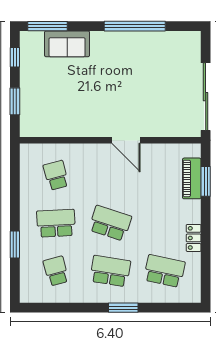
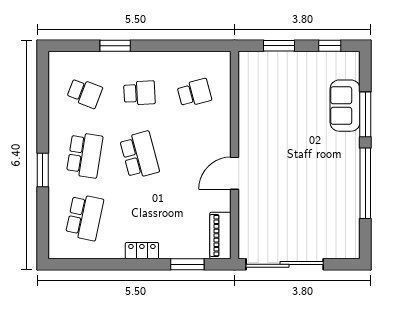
window: (47, 26) -> (365, 114), moved
piano: (192, 178) -> (220, 236), moved, turned -90
school desk: (56, 223) -> (139, 93), width x0.54
school desk: (110, 223) -> (139, 155), turned -33
locker: (194, 238) -> (142, 251), moved
school desk: (56, 271) -> (85, 93), turned 36

